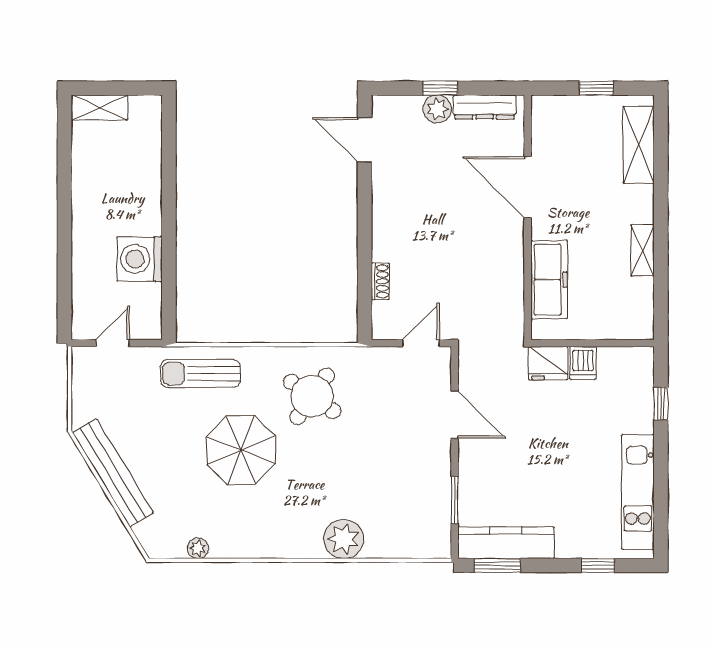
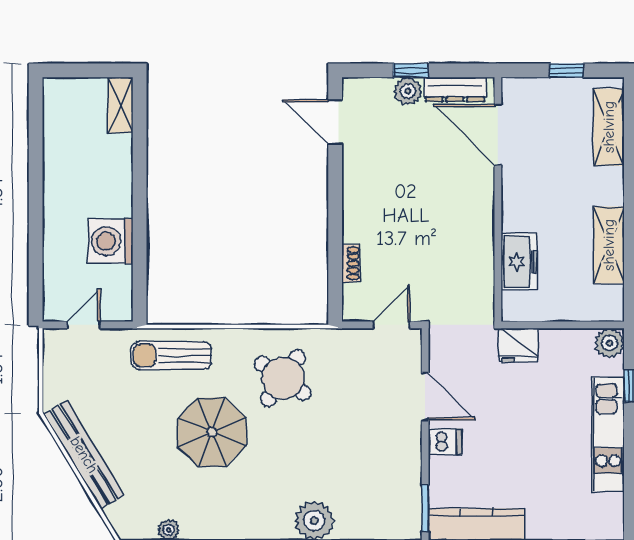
shelving: (99, 107) -> (120, 105), moved, turned 90
door: (528, 187) -> (498, 135), moved
shelving: (642, 250) -> (609, 245), width x1.50, depth x1.33
freezer: (549, 280) -> (519, 262), width x0.71
plant: (639, 361) -> (609, 343), added
dishwasher: (583, 363) -> (445, 442), moved, turned -90
kitchen unit: (638, 492) -> (608, 434), moved
window: (455, 500) -> (425, 508), moved

